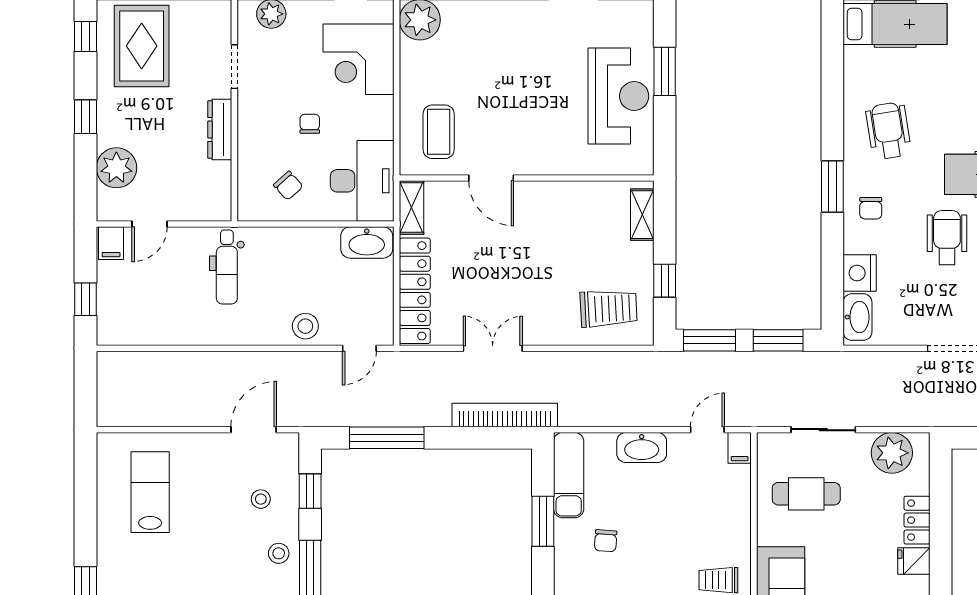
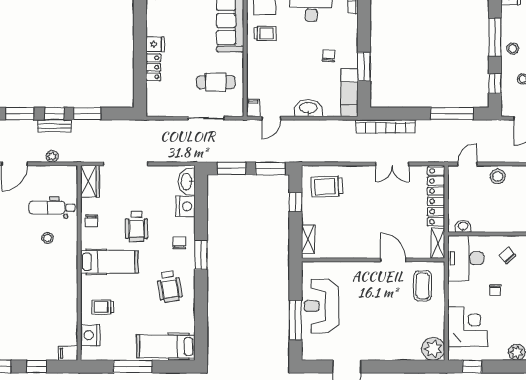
window: (665, 71) -> (295, 320), width x1.44
washbasin: (367, 242) -> (463, 226), width x0.52, depth x0.69
plant: (892, 453) -> (168, 105), removed

